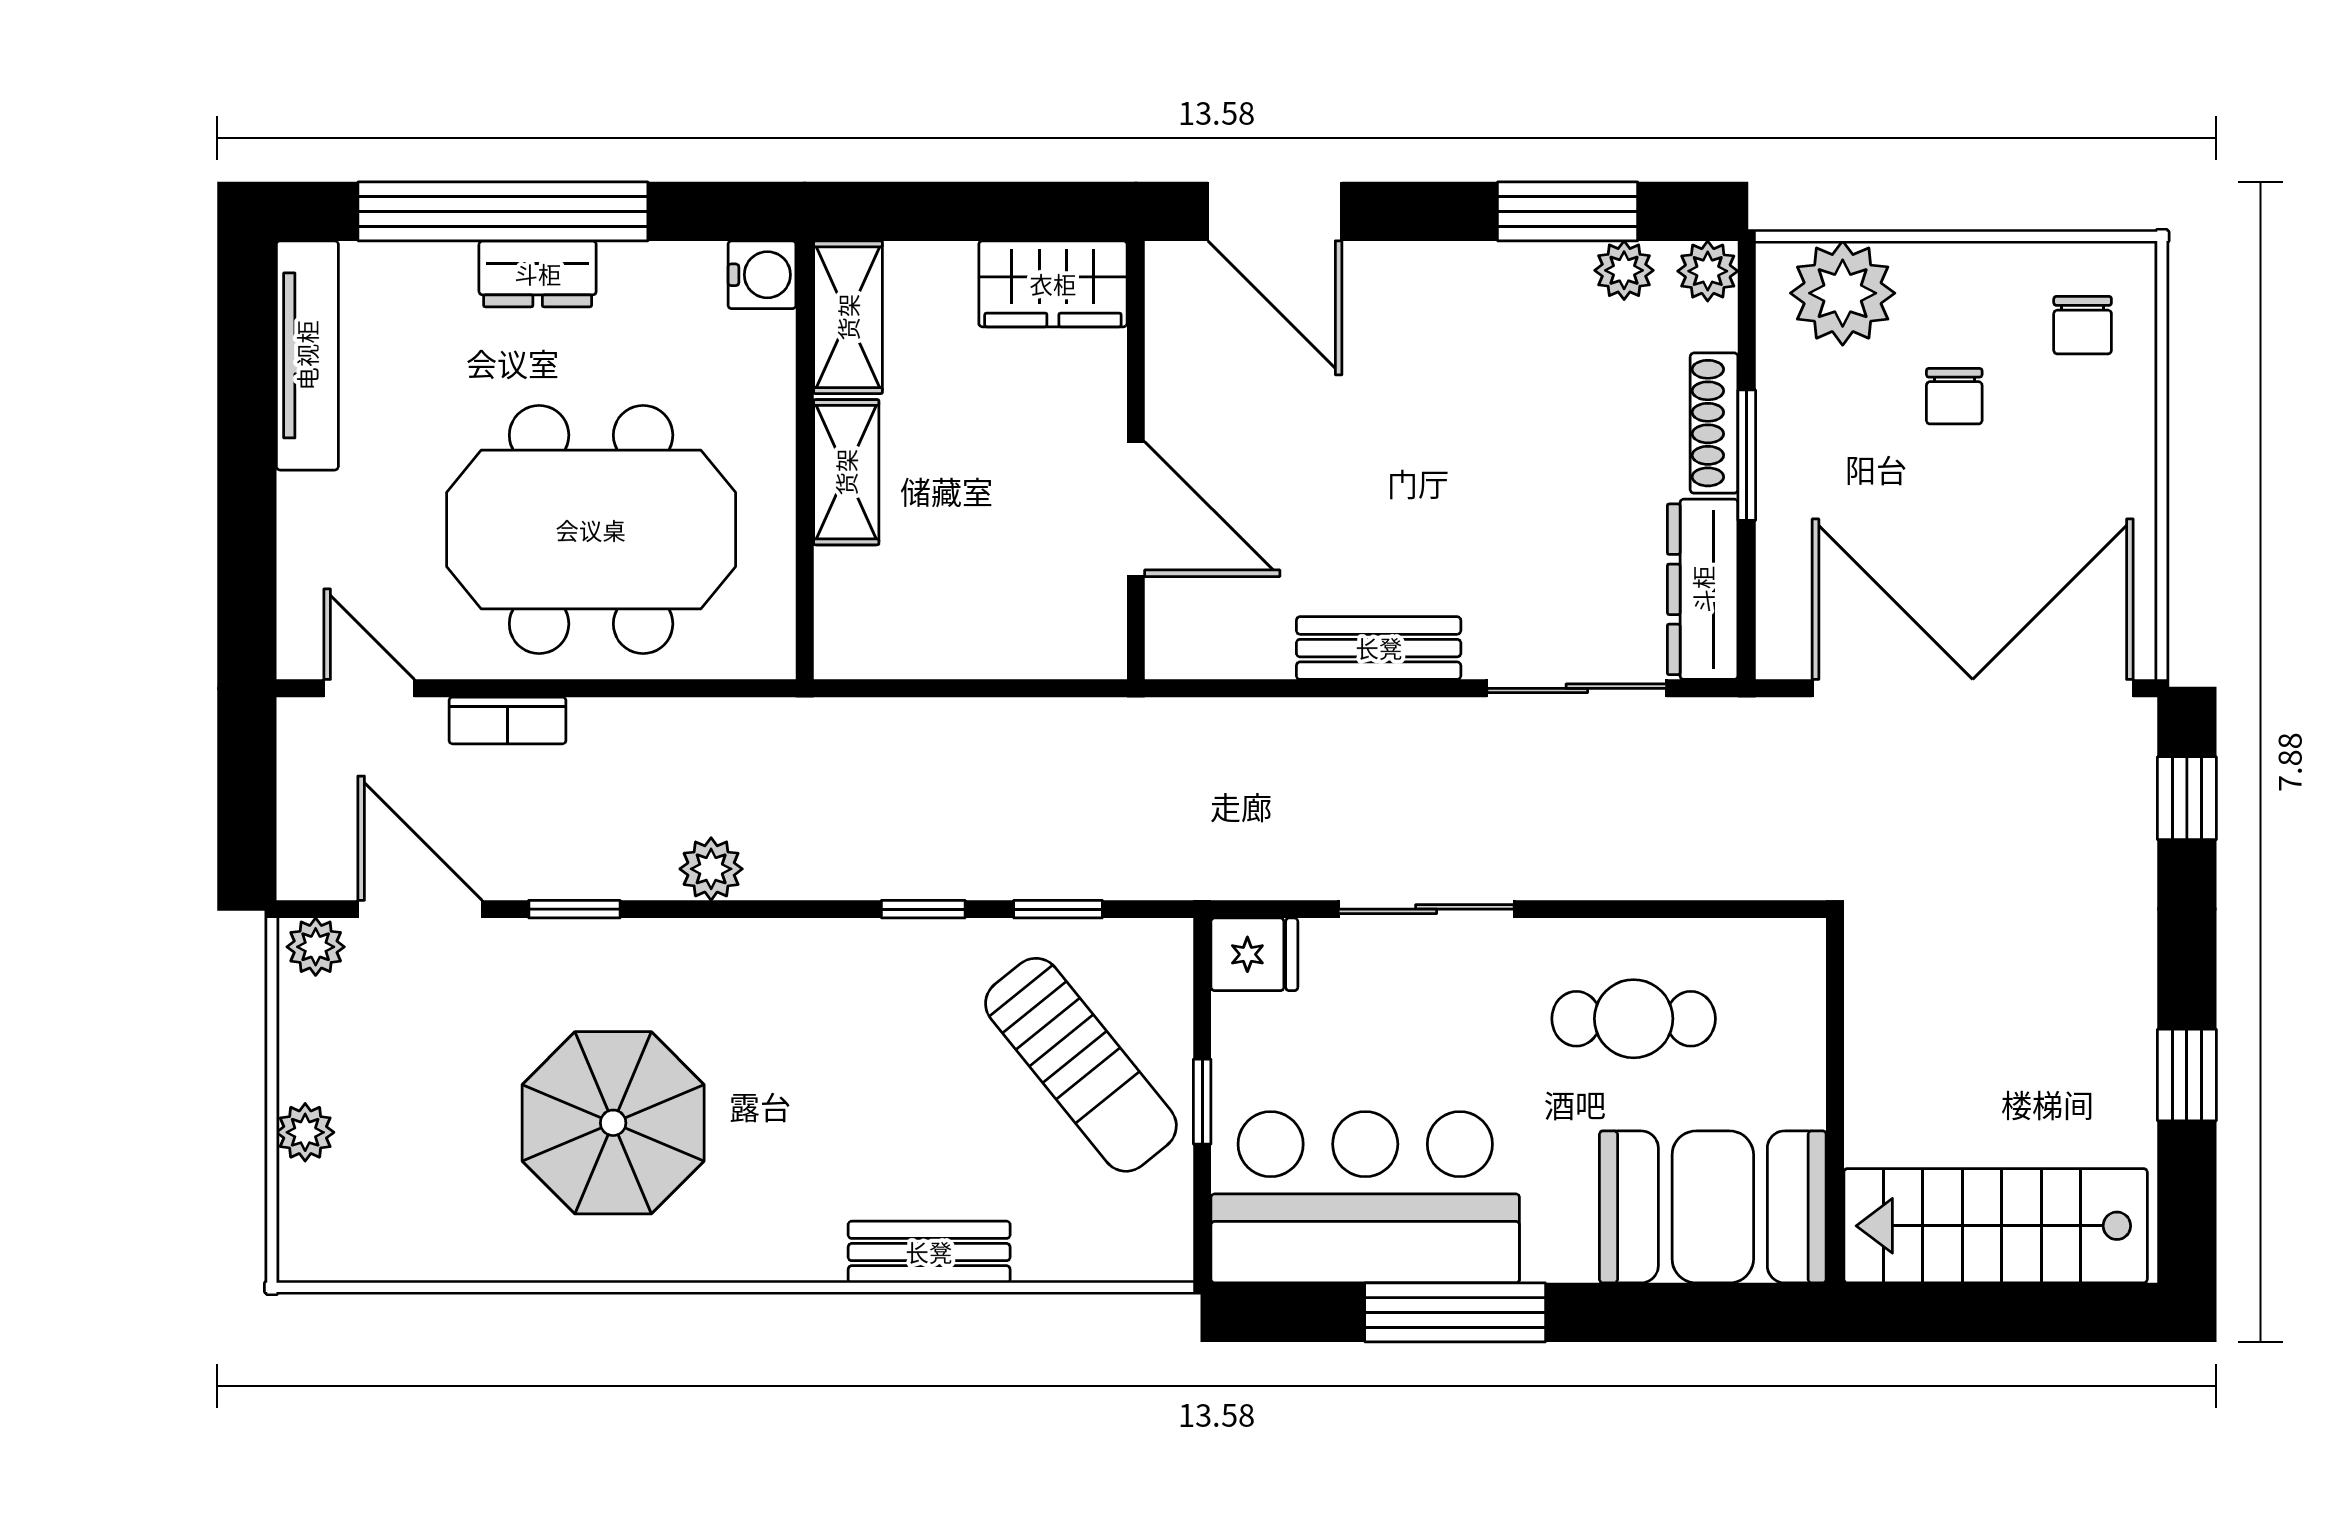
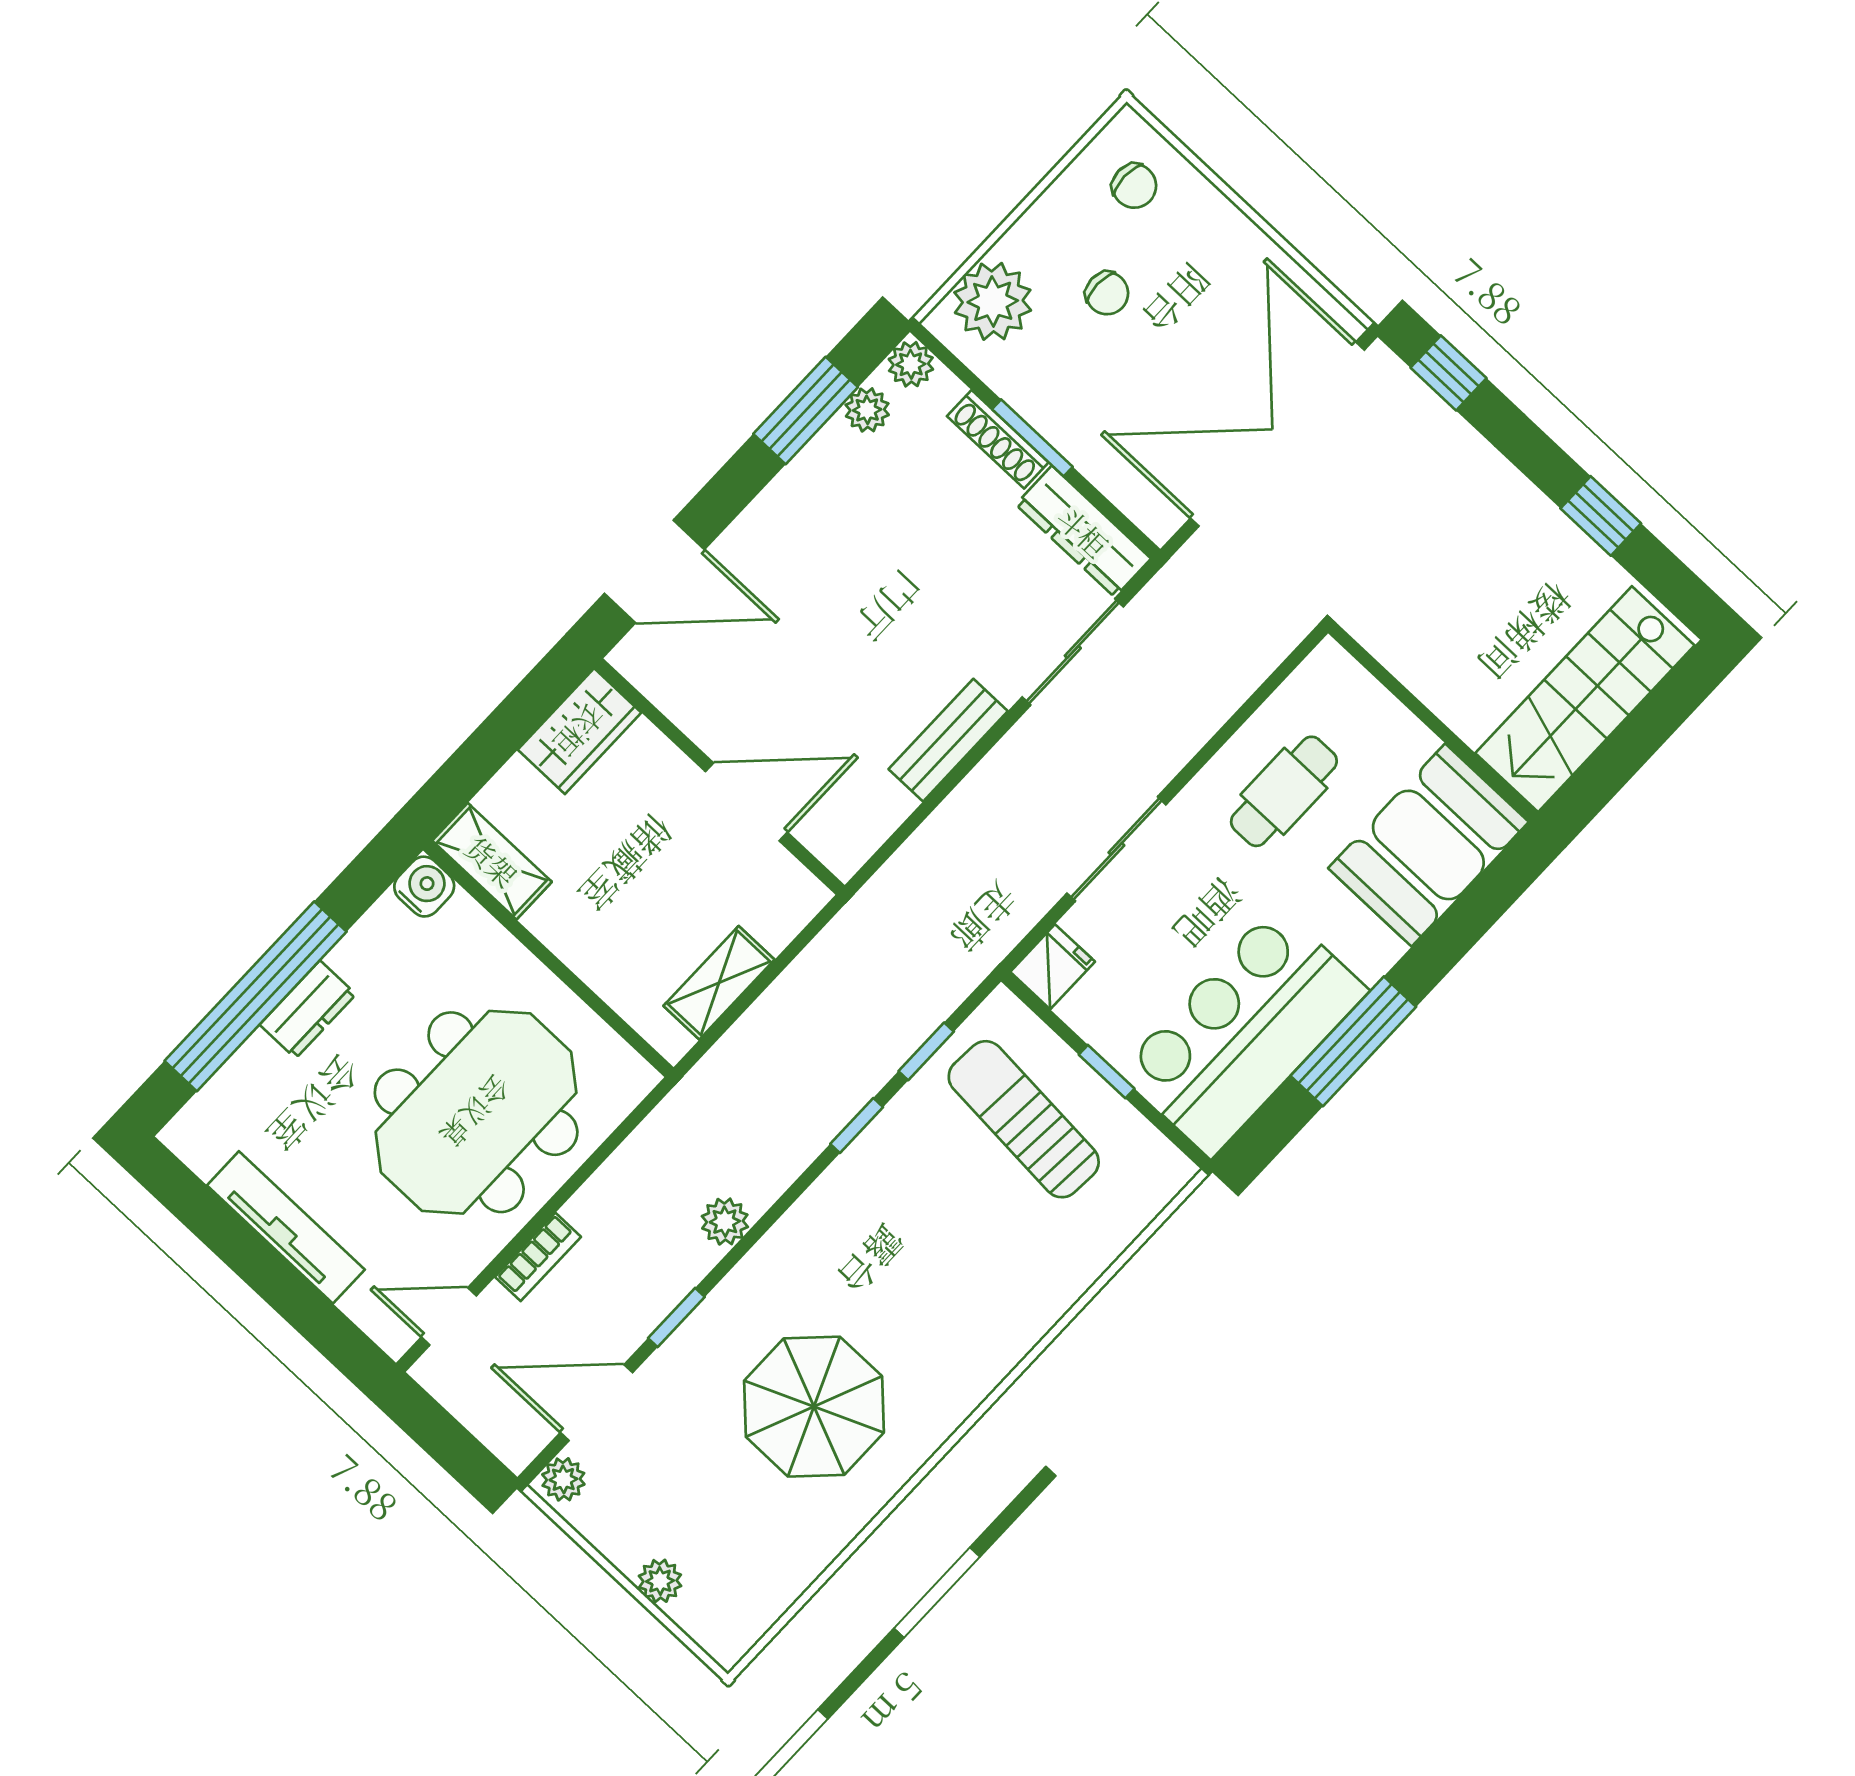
tv unit: (307, 355) -> (286, 1227), moved
shelving: (846, 472) -> (719, 983), moved, turned 90
sun lounger: (1081, 1065) -> (1024, 1119), turned -137
bench: (929, 1252) -> (1048, 1300), removed

